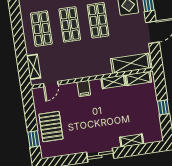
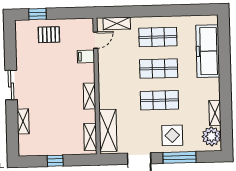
shelving: (113, 82) -> (89, 96), moved
door: (51, 84) -> (95, 40), swing flipped
filing cabinet: (84, 89) -> (86, 56), moved
pallet: (51, 127) -> (49, 35), width x0.67, depth x0.71

